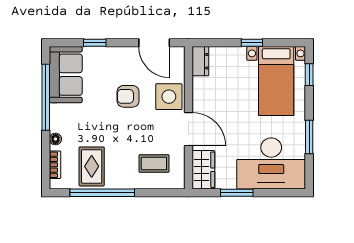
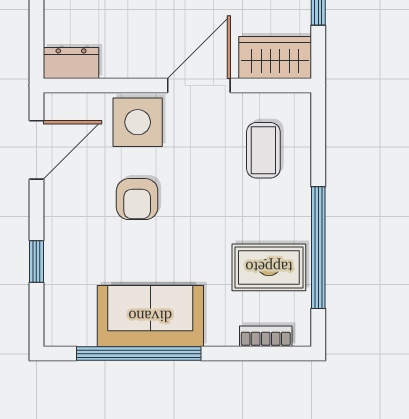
sofa: (66, 75) -> (150, 316), moved
floor lamp: (55, 139) -> (217, 335), removed

